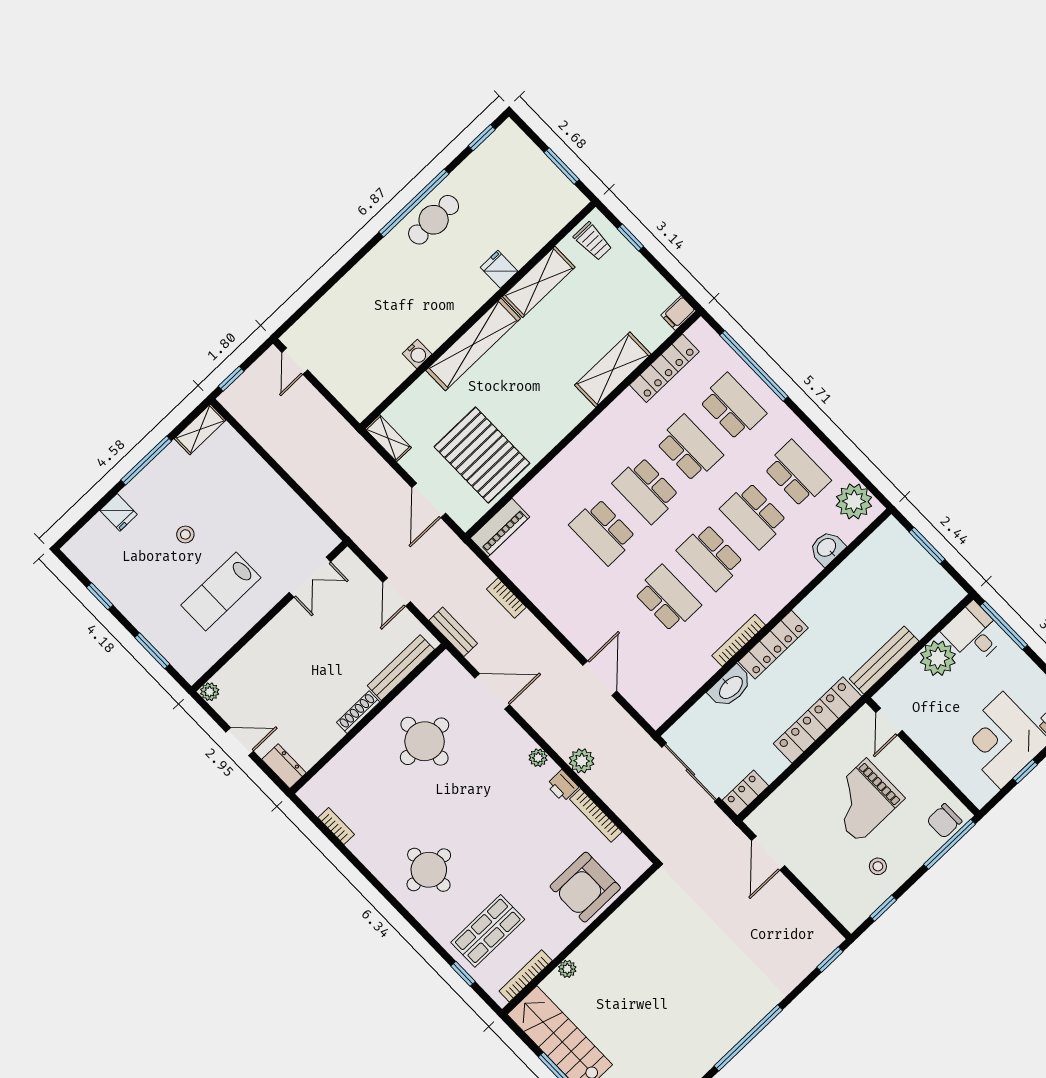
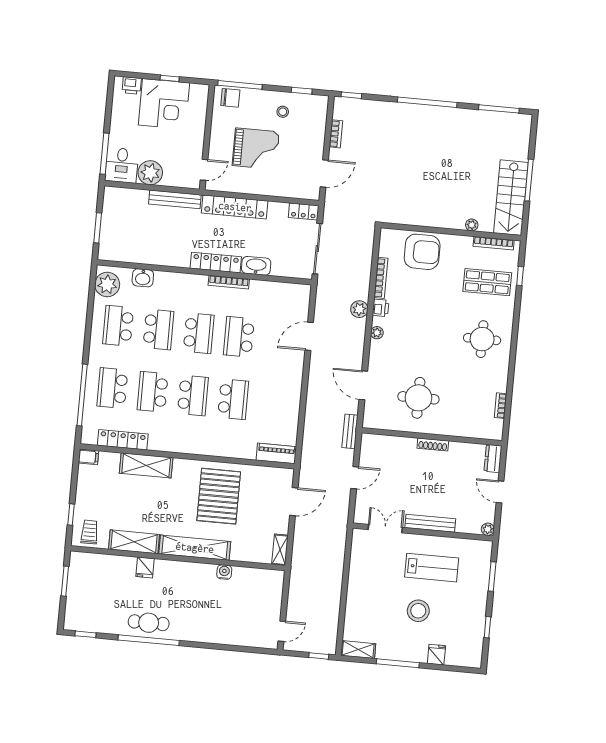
pallet: (482, 455) -> (219, 496), moved
stool: (185, 534) -> (418, 611), width x1.89, depth x1.89
bookcase: (506, 598) -> (336, 134), moved
bench: (401, 668) -> (430, 523), moved

